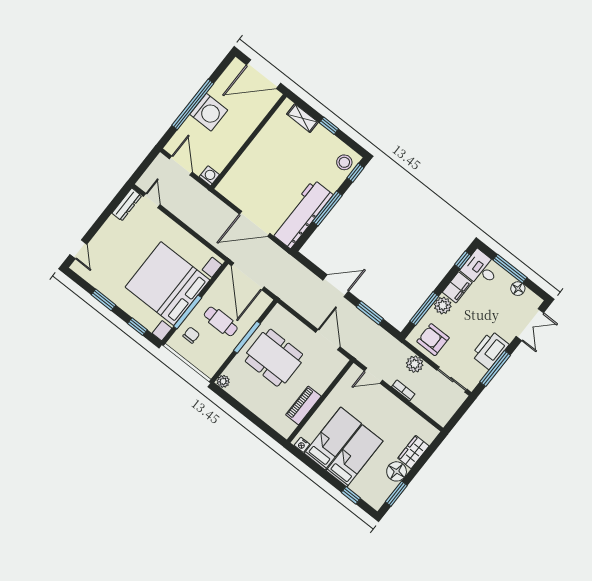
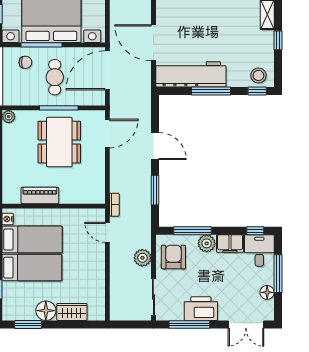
door: (328, 340) -> (107, 133), moved
bookcase: (403, 390) -> (114, 205), moved

